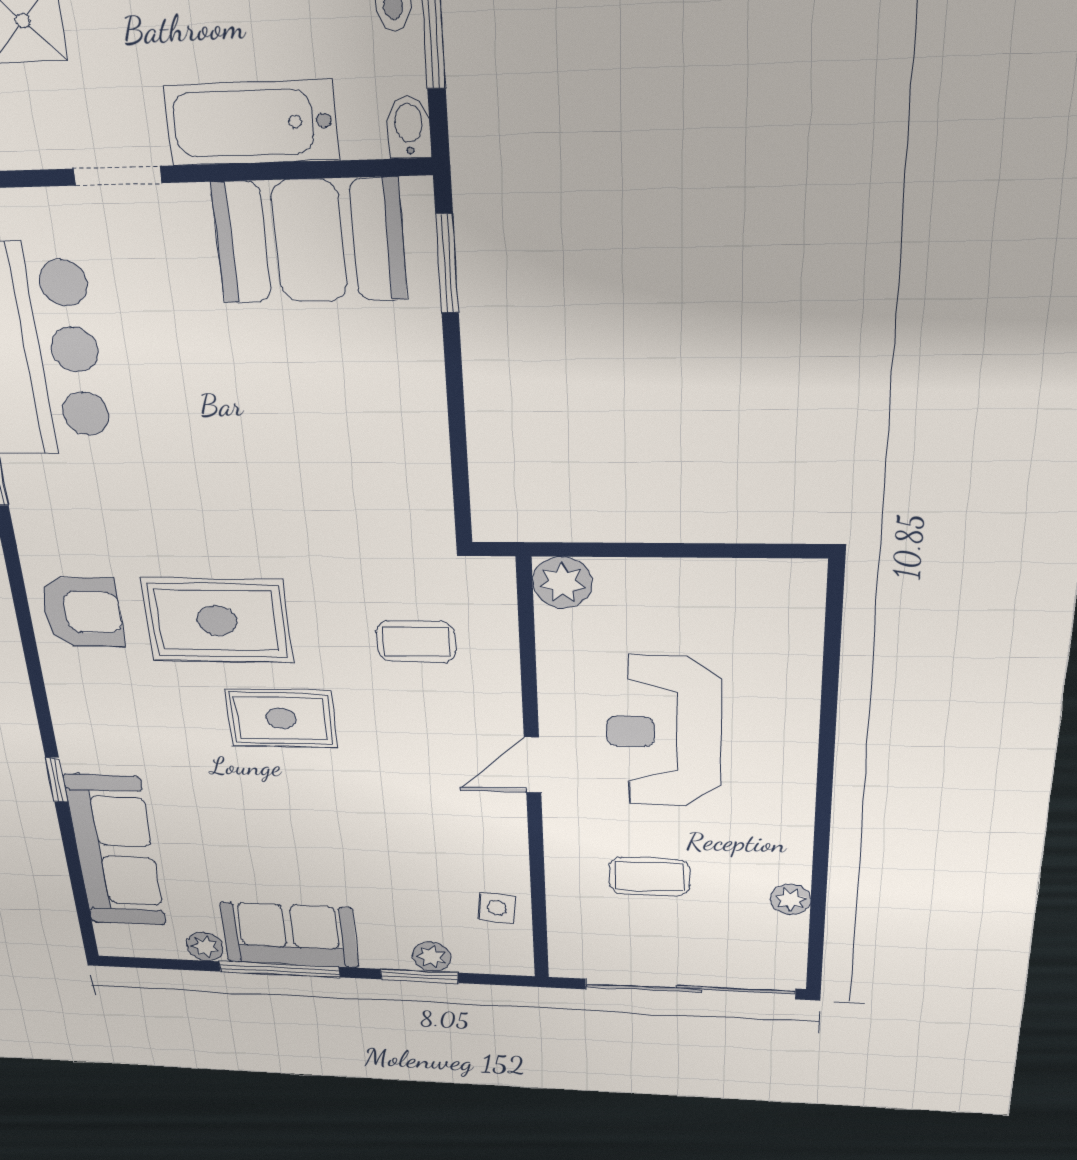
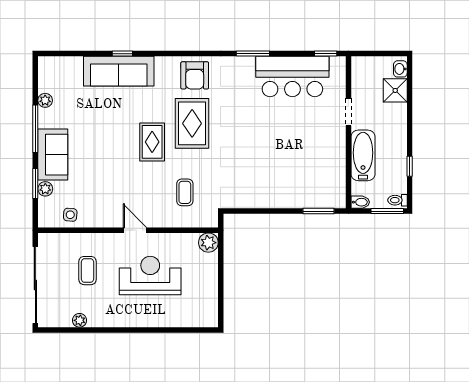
booth: (309, 241) -> (327, 169), removed
sofa: (115, 851) -> (119, 71), moved
sofa: (289, 935) -> (53, 155), moved

